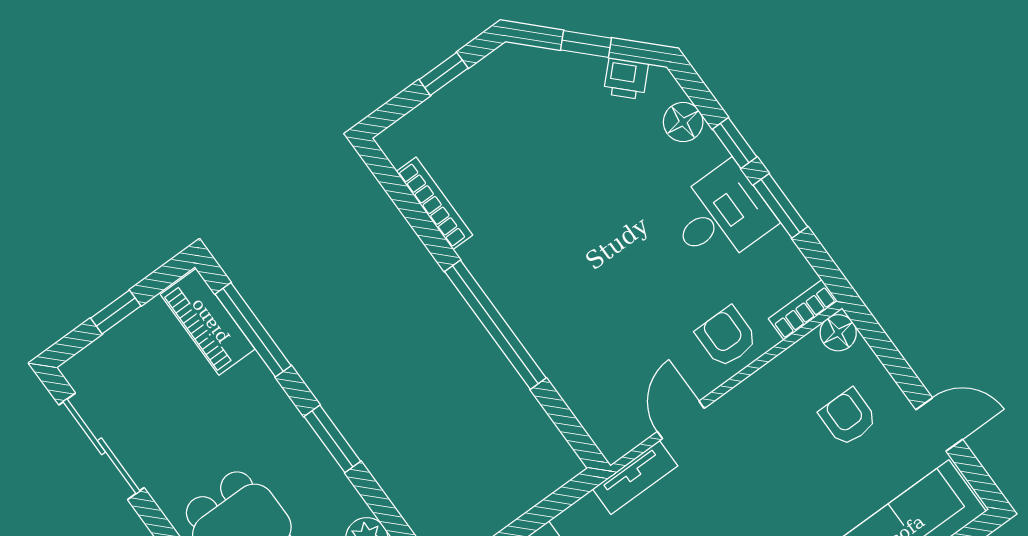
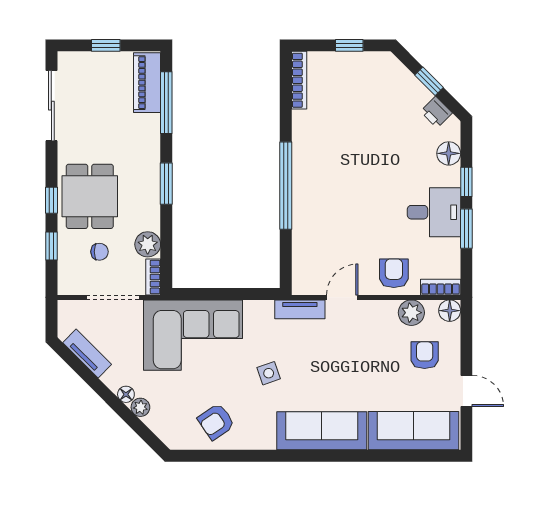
bookcase: (434, 203) -> (299, 80), moved
plant: (789, 373) -> (411, 313), added

